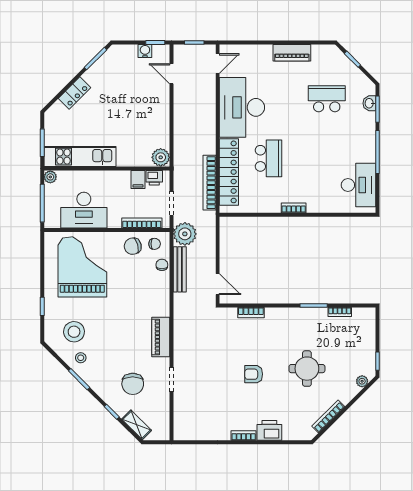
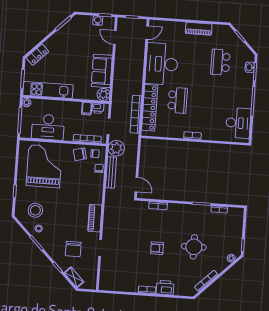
locker: (75, 93) -> (37, 55), moved
school desk: (327, 99) -> (220, 62), turned -90
sofa: (156, 124) -> (102, 71), added

